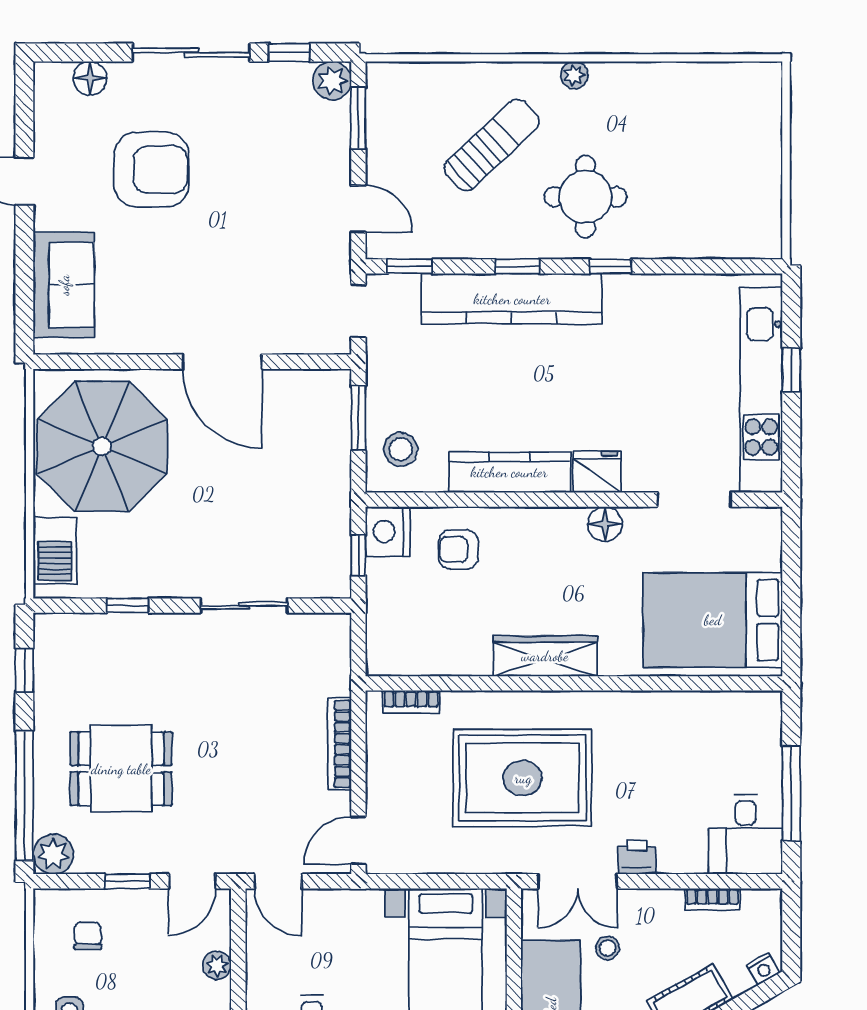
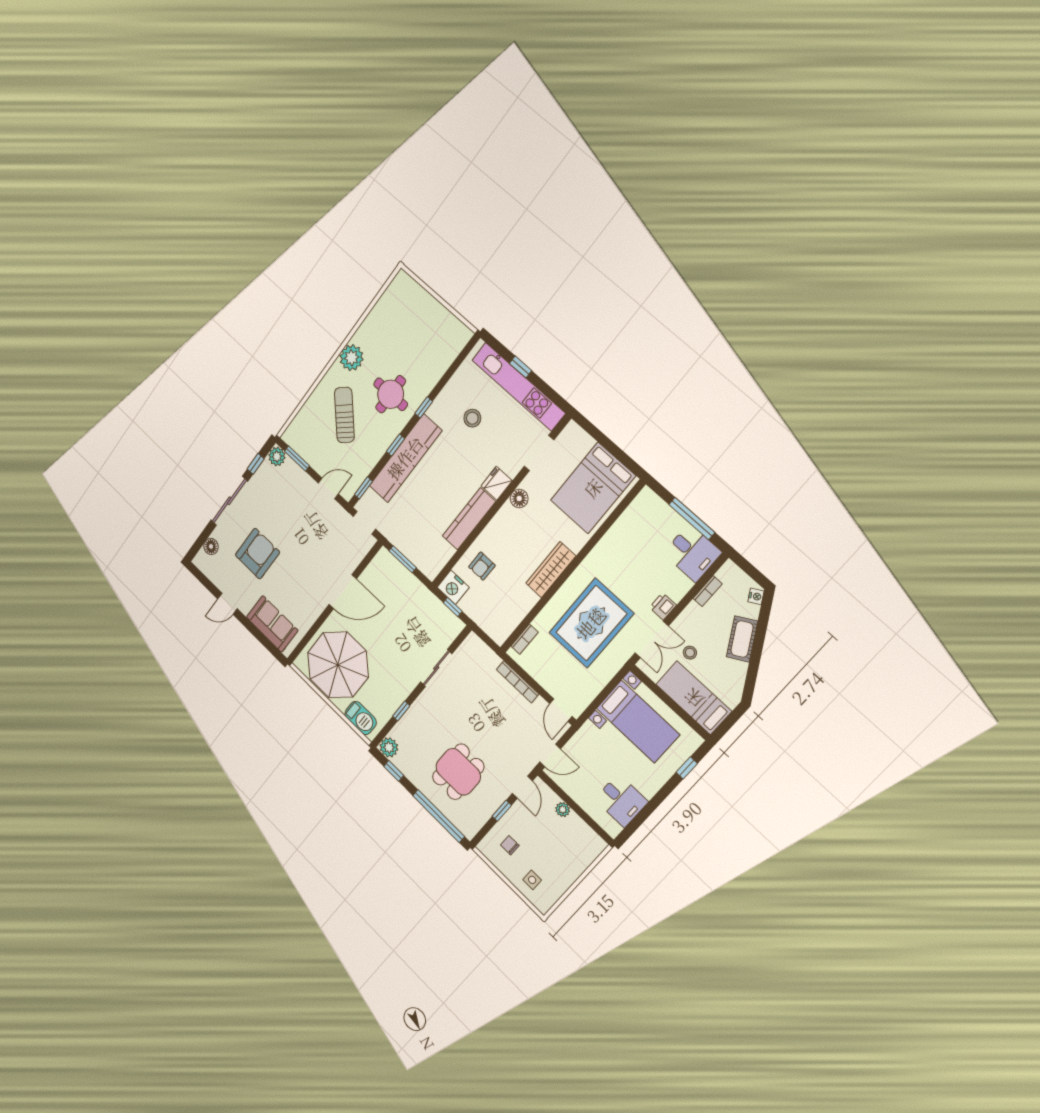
plant: (574, 75) -> (352, 358), width x1.88, depth x1.88
stool: (401, 449) -> (472, 418), moved
plant: (53, 854) -> (389, 747), moved

